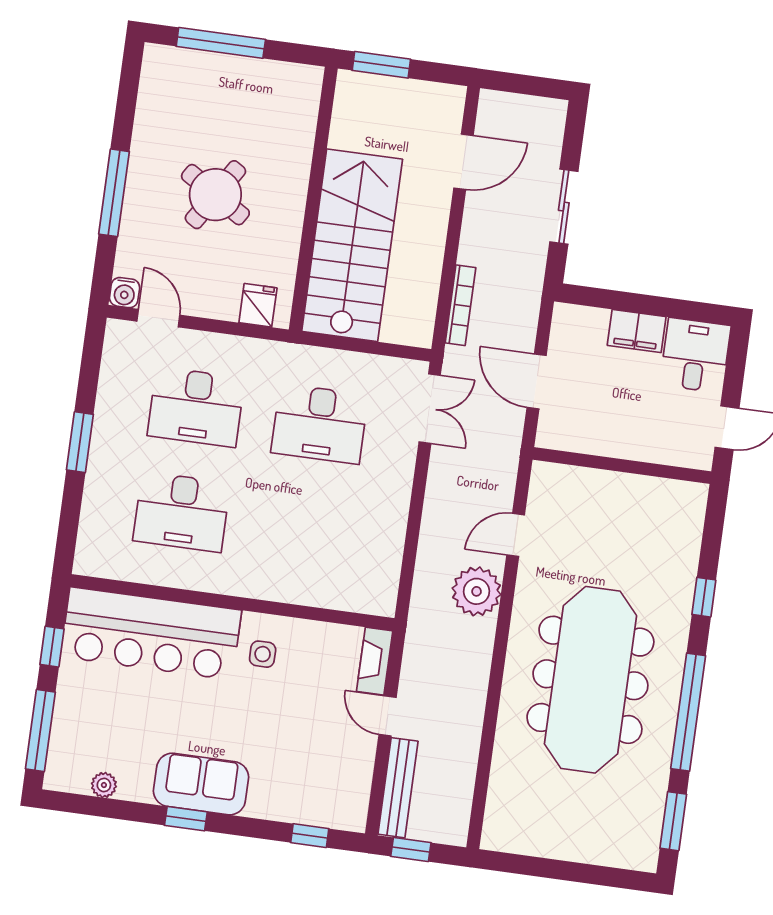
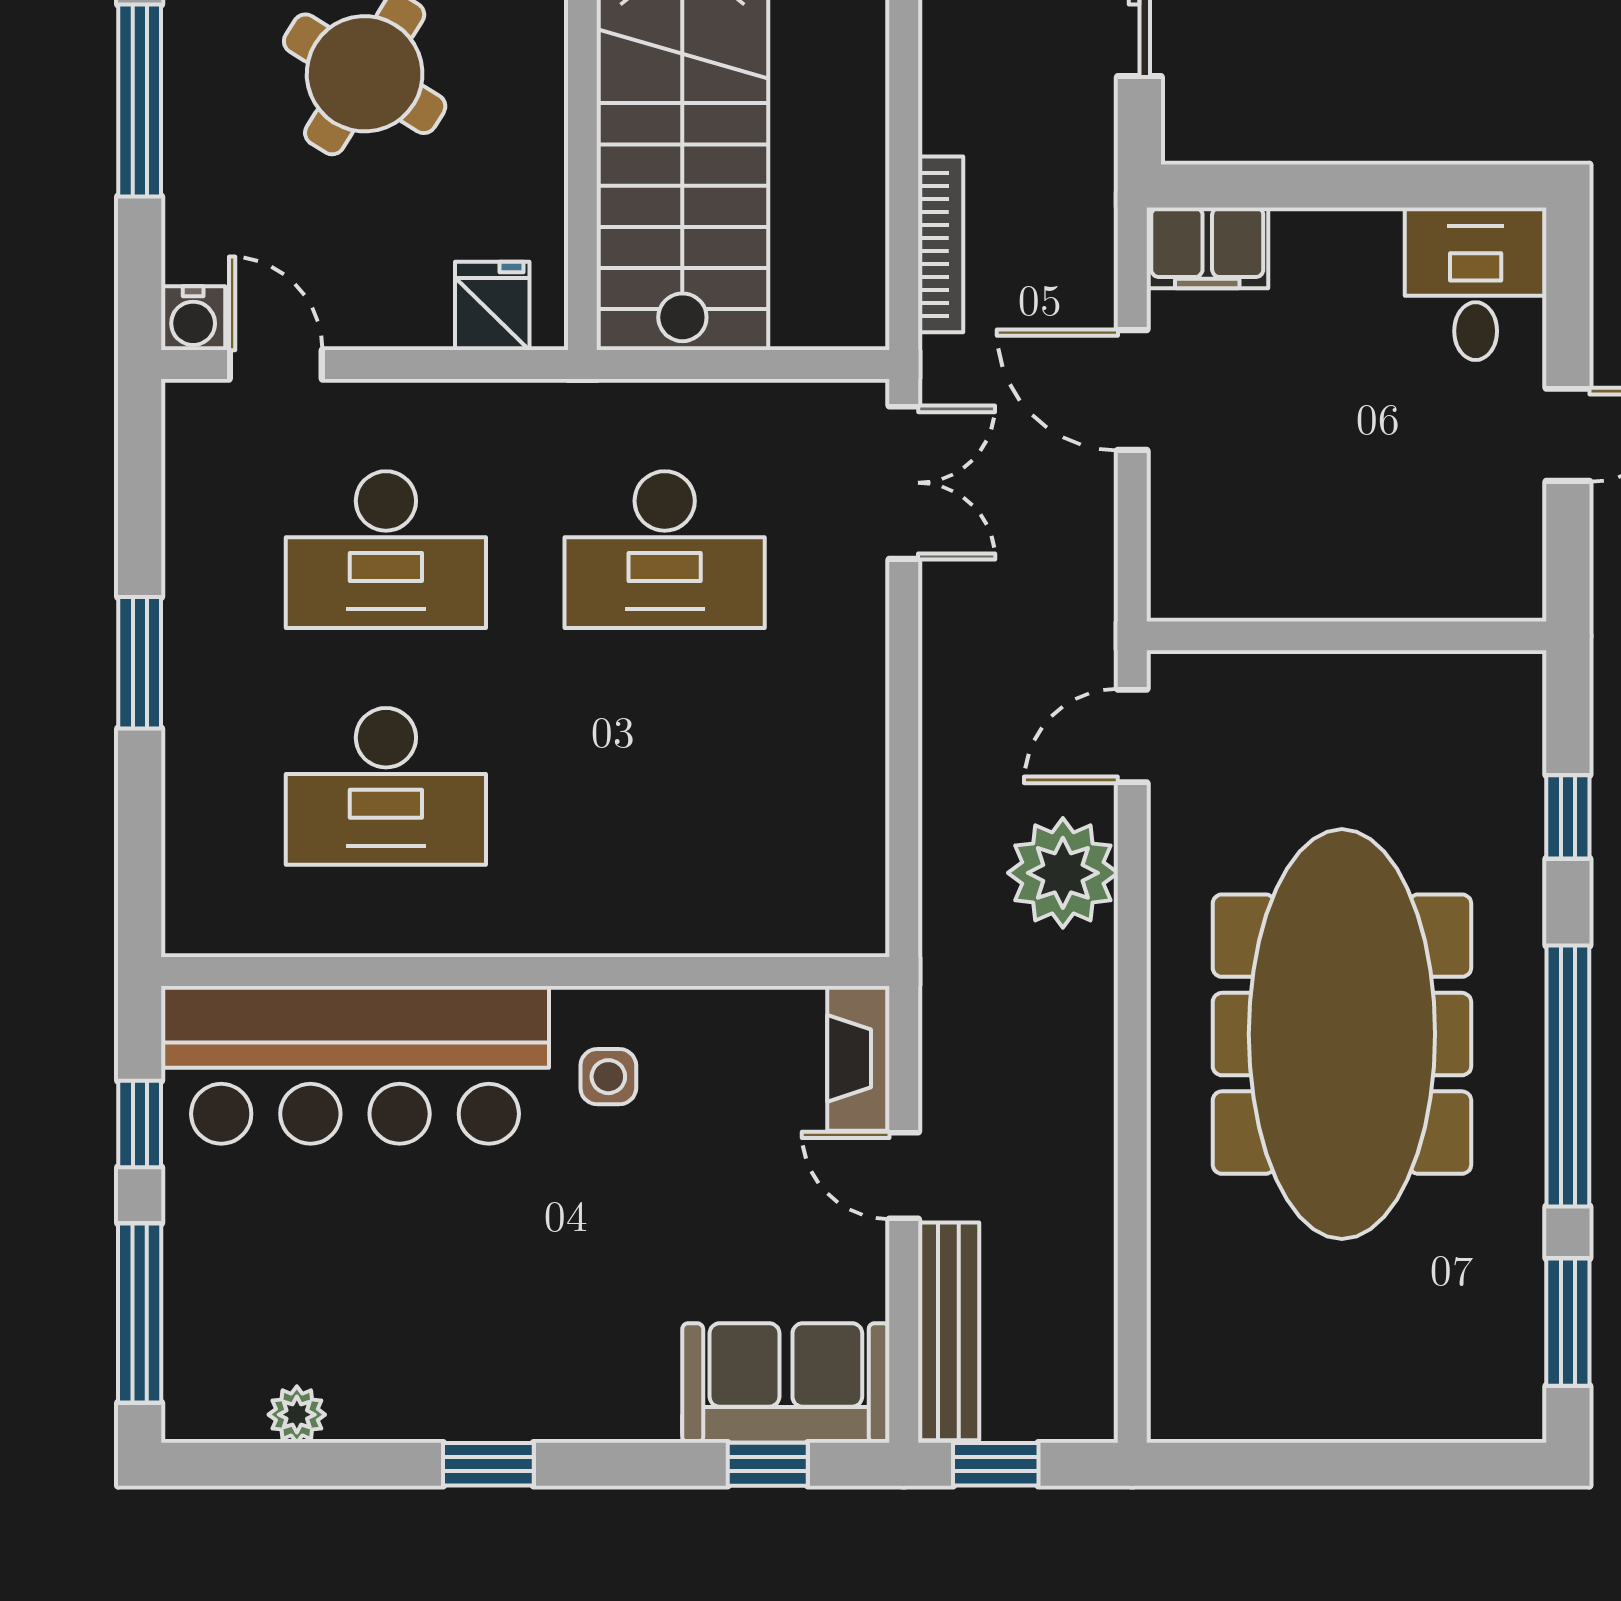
filing cabinet: (637, 331) -> (1207, 248), moved
wall: (622, 466) -> (1346, 636), moved
sofa: (201, 784) -> (786, 1383), moved

